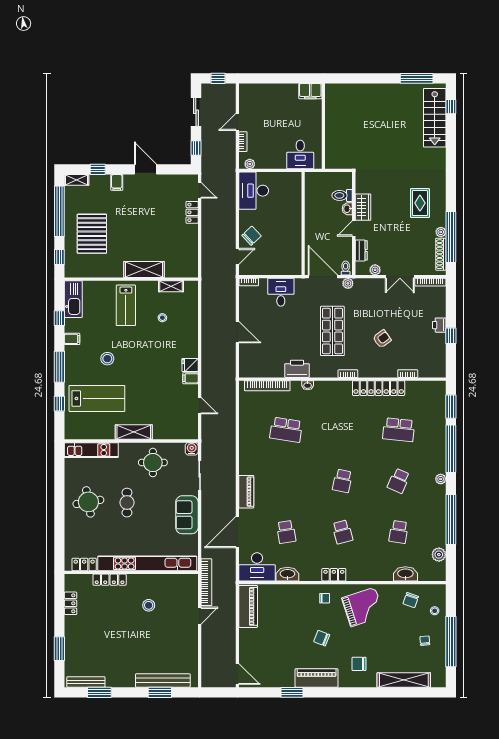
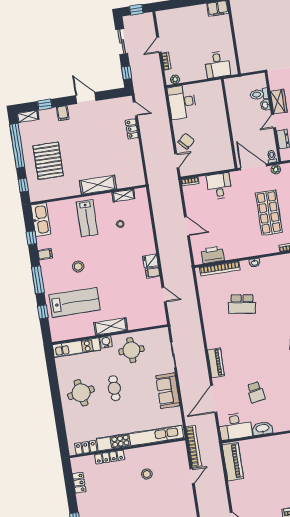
printer: (297, 369) -> (213, 255), moved
water cooler: (192, 449) -> (106, 342), moved

